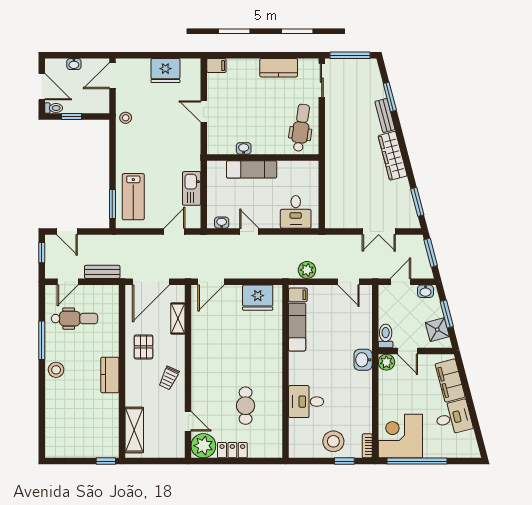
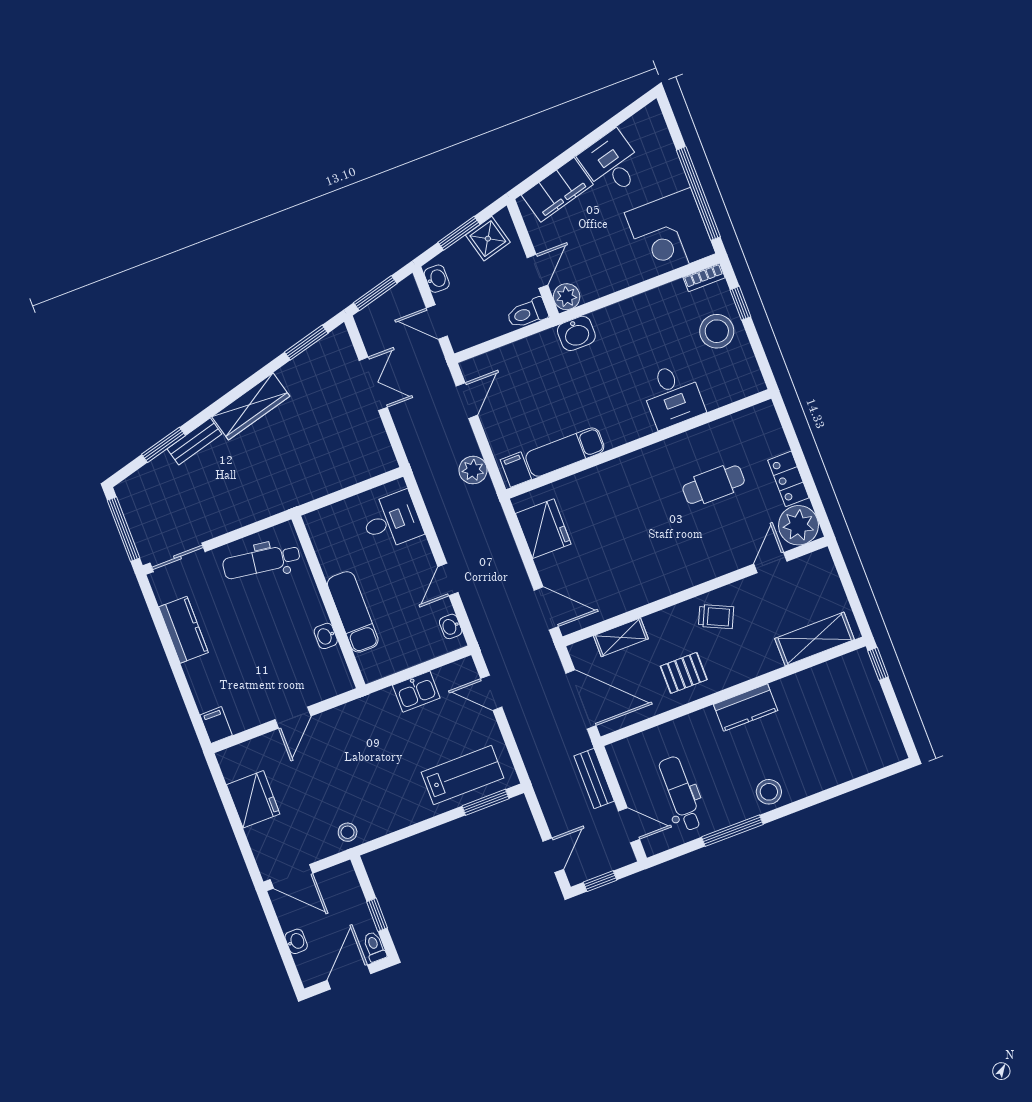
kitchen sink: (192, 188) -> (416, 692), width x0.73

